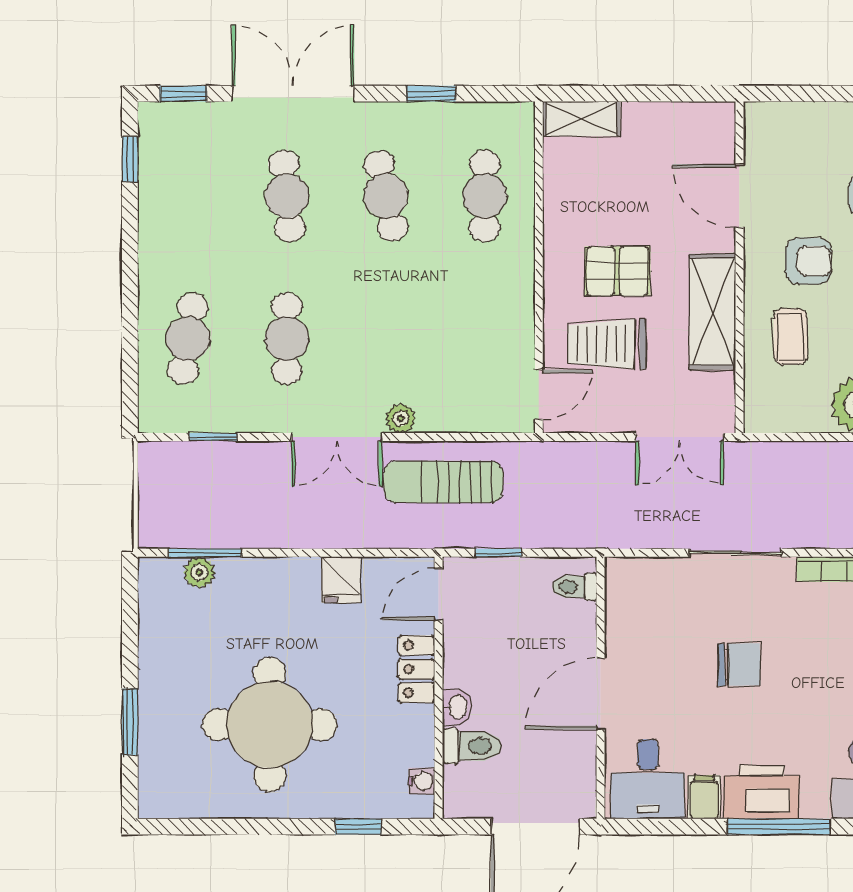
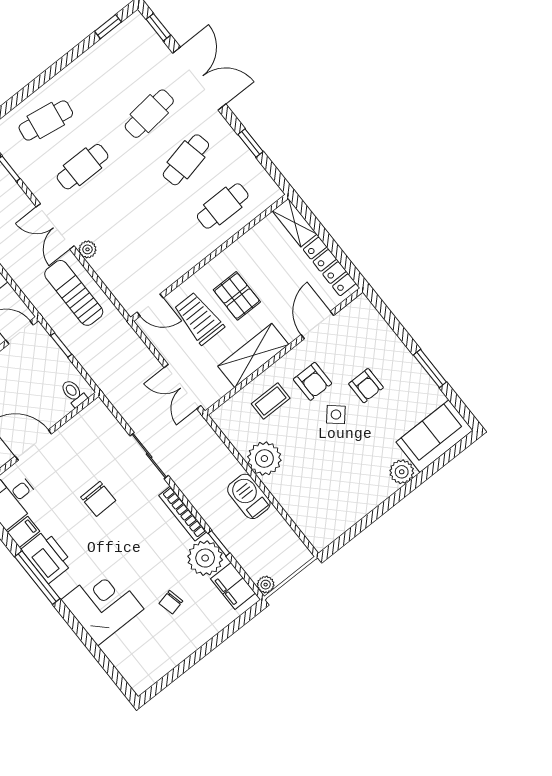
locker: (675, 119) -> (330, 266), added

